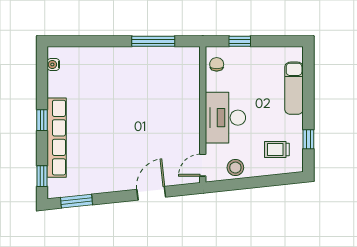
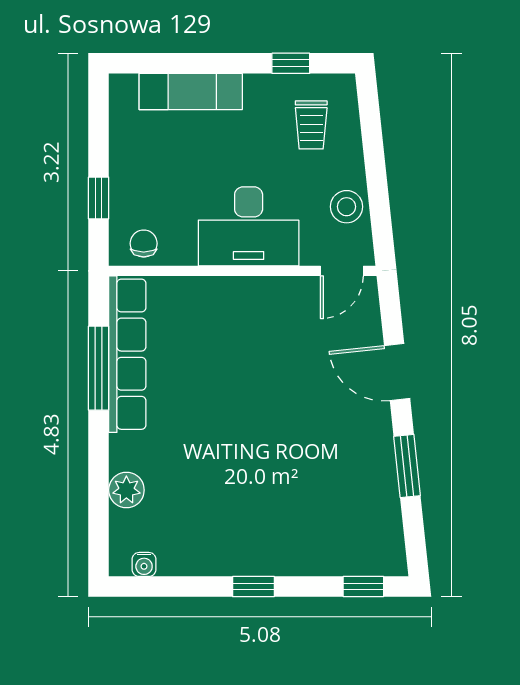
plant: (91, 56) -> (126, 490), added
chair: (217, 64) -> (144, 243), turned 90
row of seats: (57, 138) -> (127, 354), moved, turned 90
door: (203, 165) -> (342, 271), hinge flipped
window: (76, 201) -> (407, 466), moved

